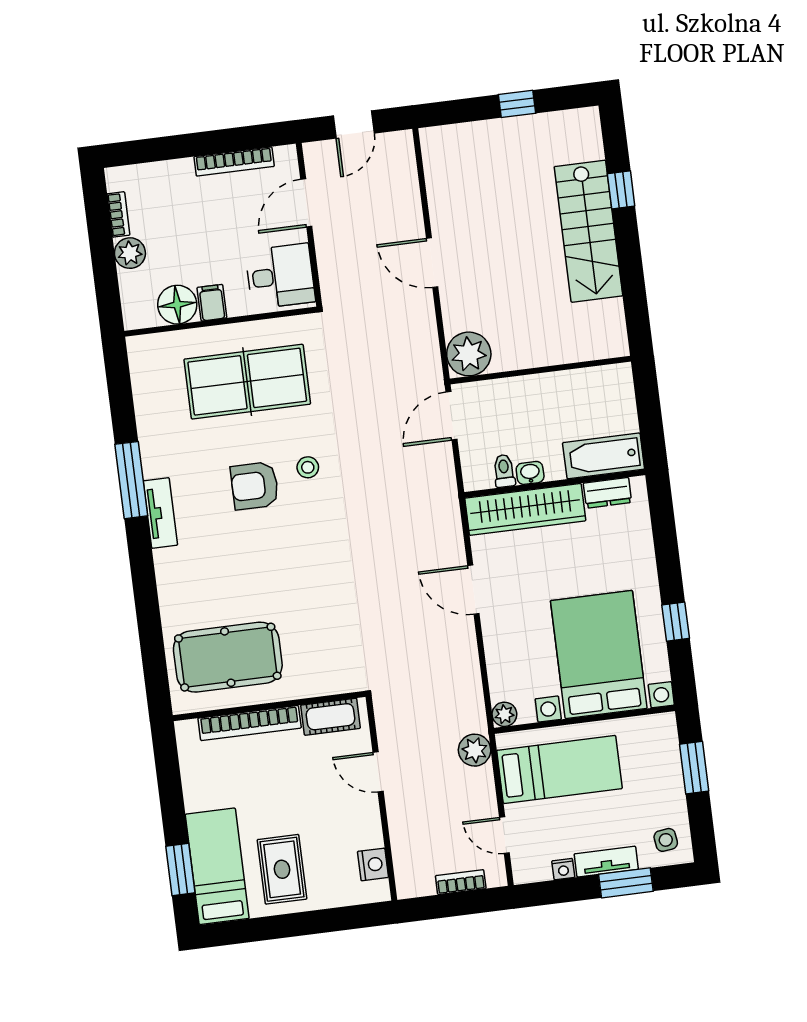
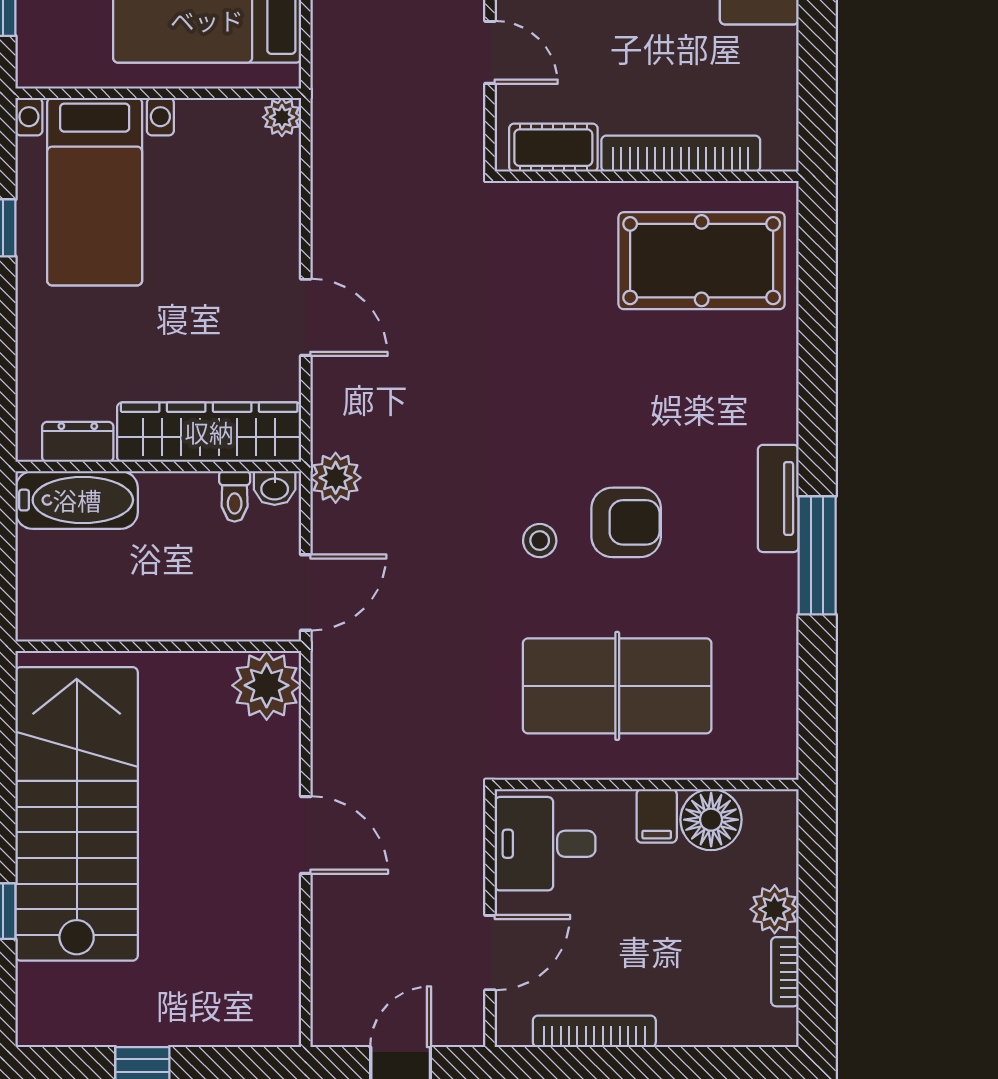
stairs: (588, 231) -> (77, 814), width x1.36, depth x1.51
washbasin: (530, 473) -> (275, 488), moved
bed with nightstands: (599, 655) -> (95, 192), width x0.73
plant: (475, 750) -> (336, 478), moved

